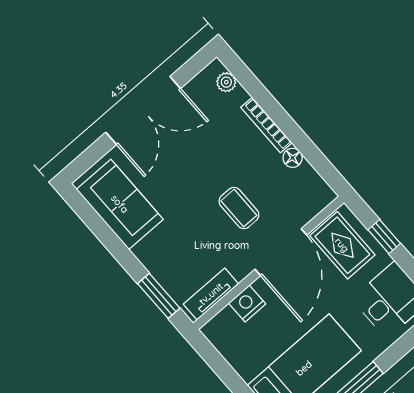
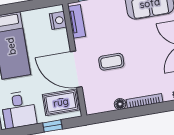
nightstand: (247, 304) -> (58, 20), moved

